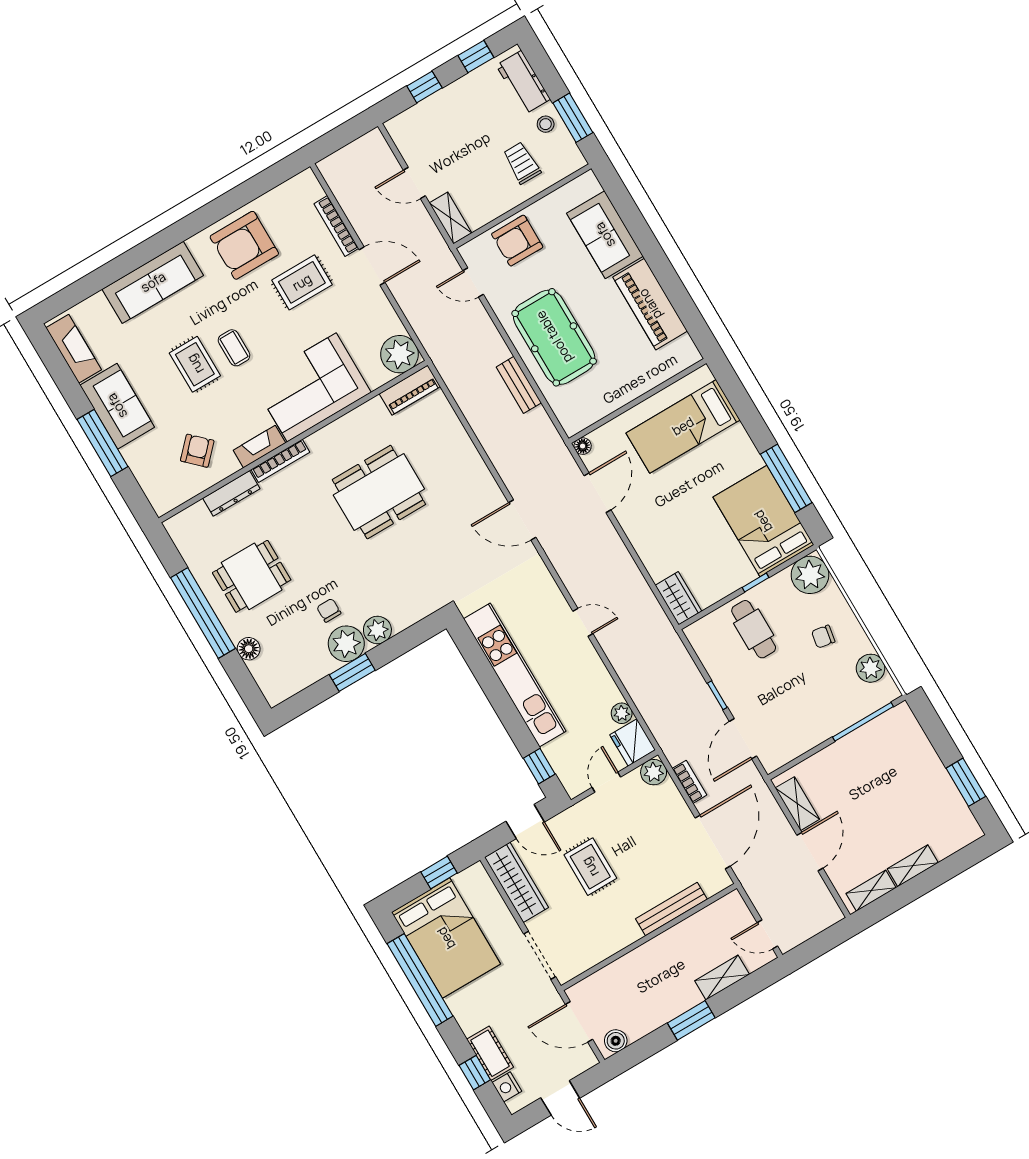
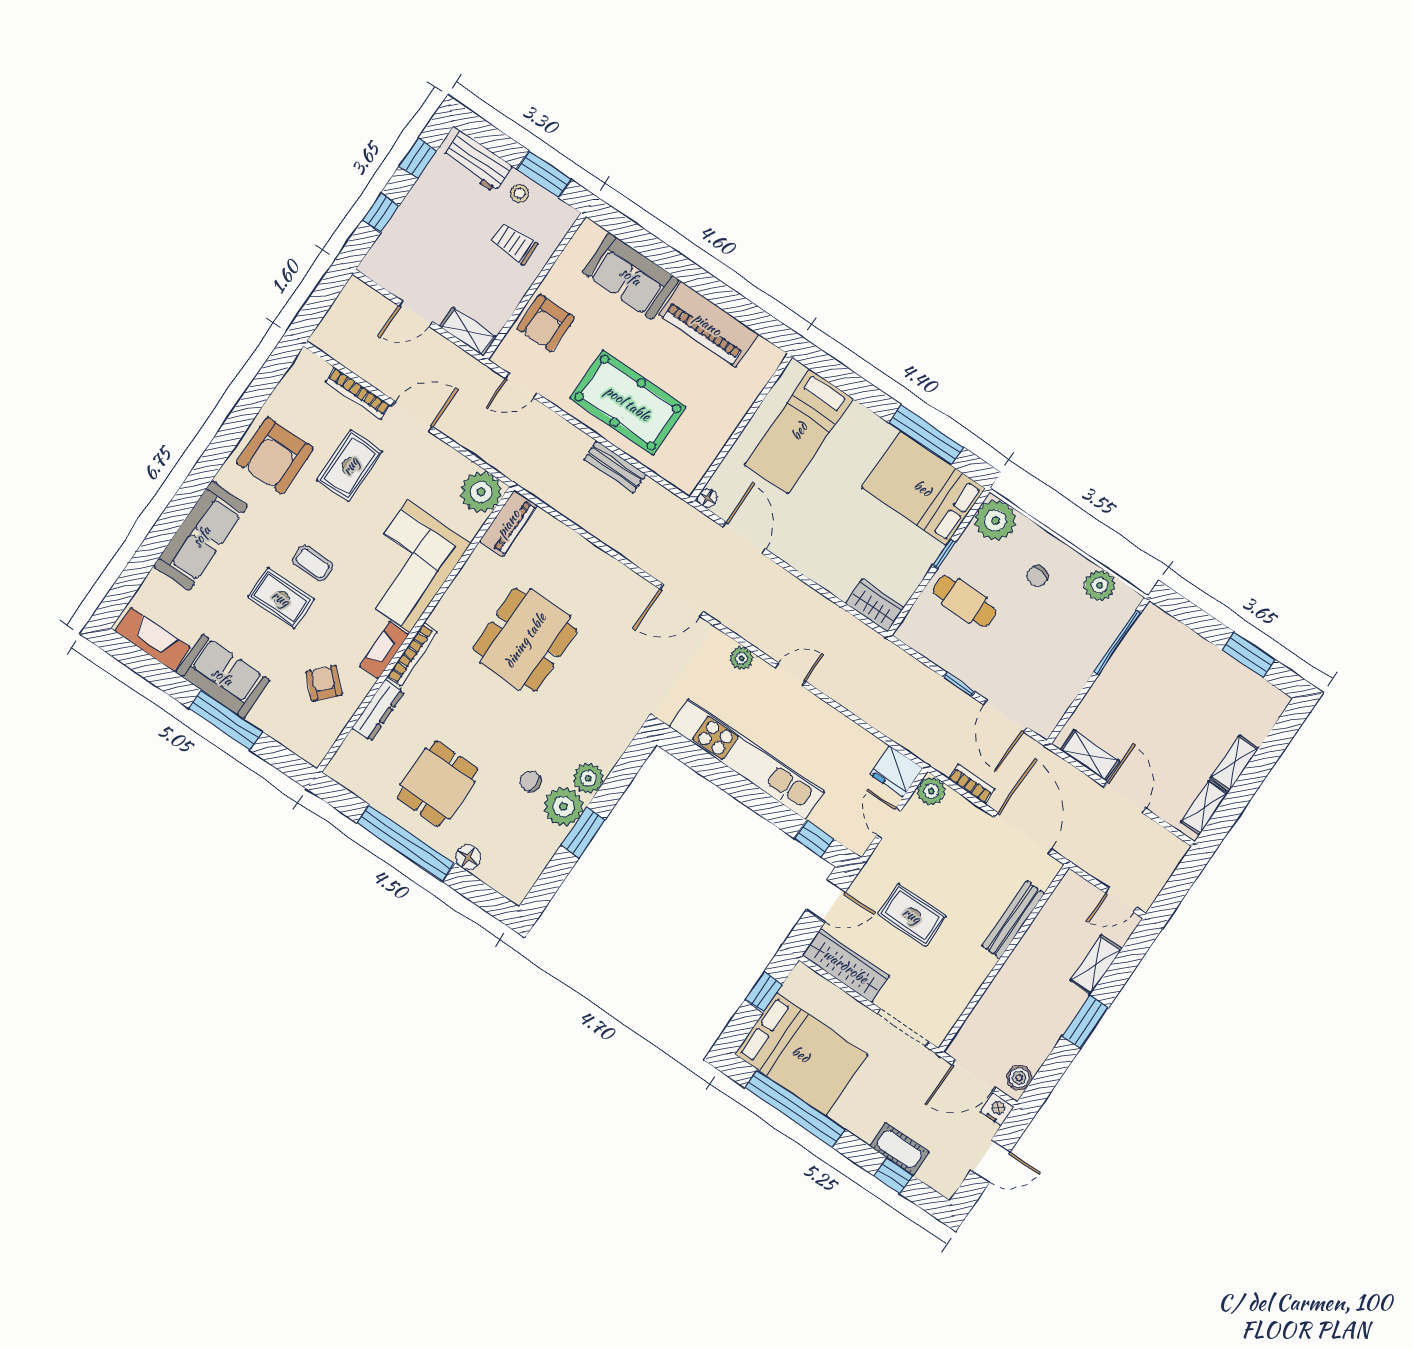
plant: (622, 713) -> (741, 658), moved
nightstand: (507, 1087) -> (997, 1109), moved, turned 180

